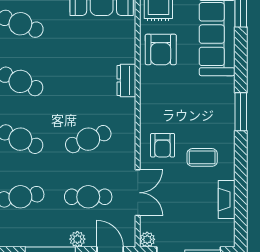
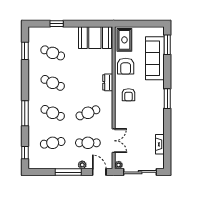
armchair: (163, 145) -> (129, 95), moved
coffee table: (202, 157) -> (147, 122), removed

